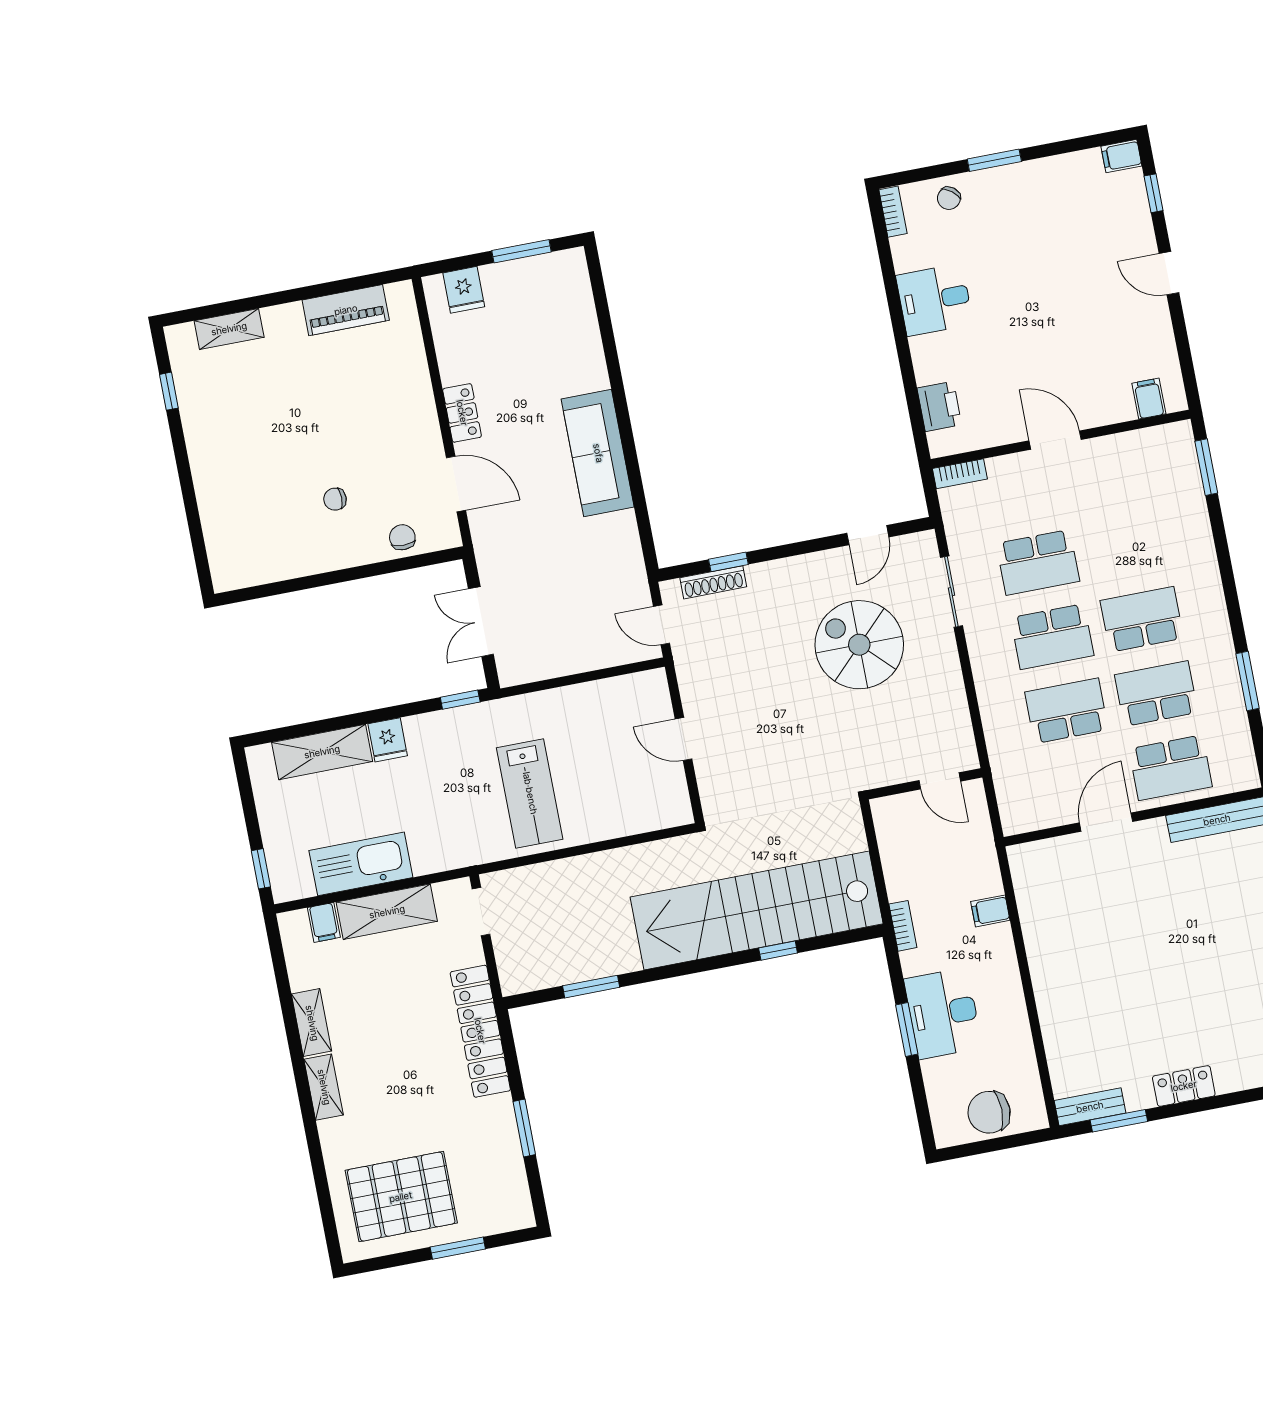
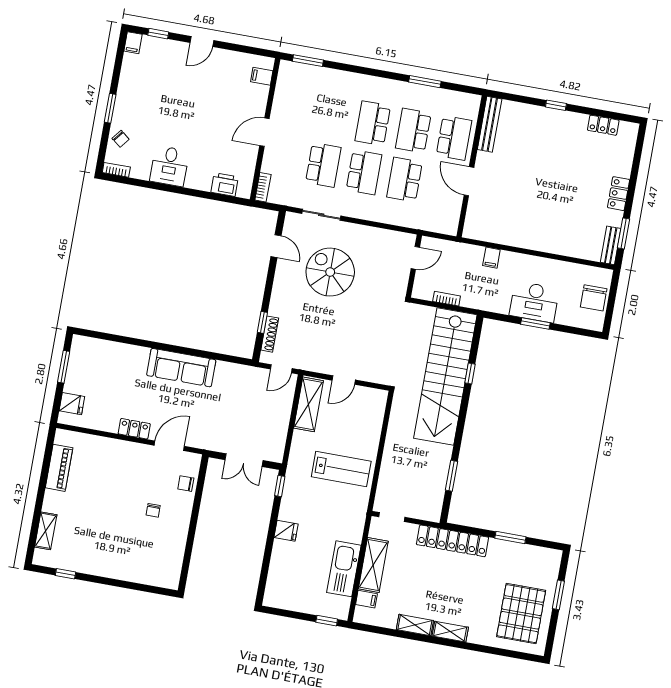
spiral stairs: (859, 645) -> (330, 272), turned 90
shelving: (322, 752) -> (308, 404), moved
bookcase: (903, 926) -> (447, 299), moved

